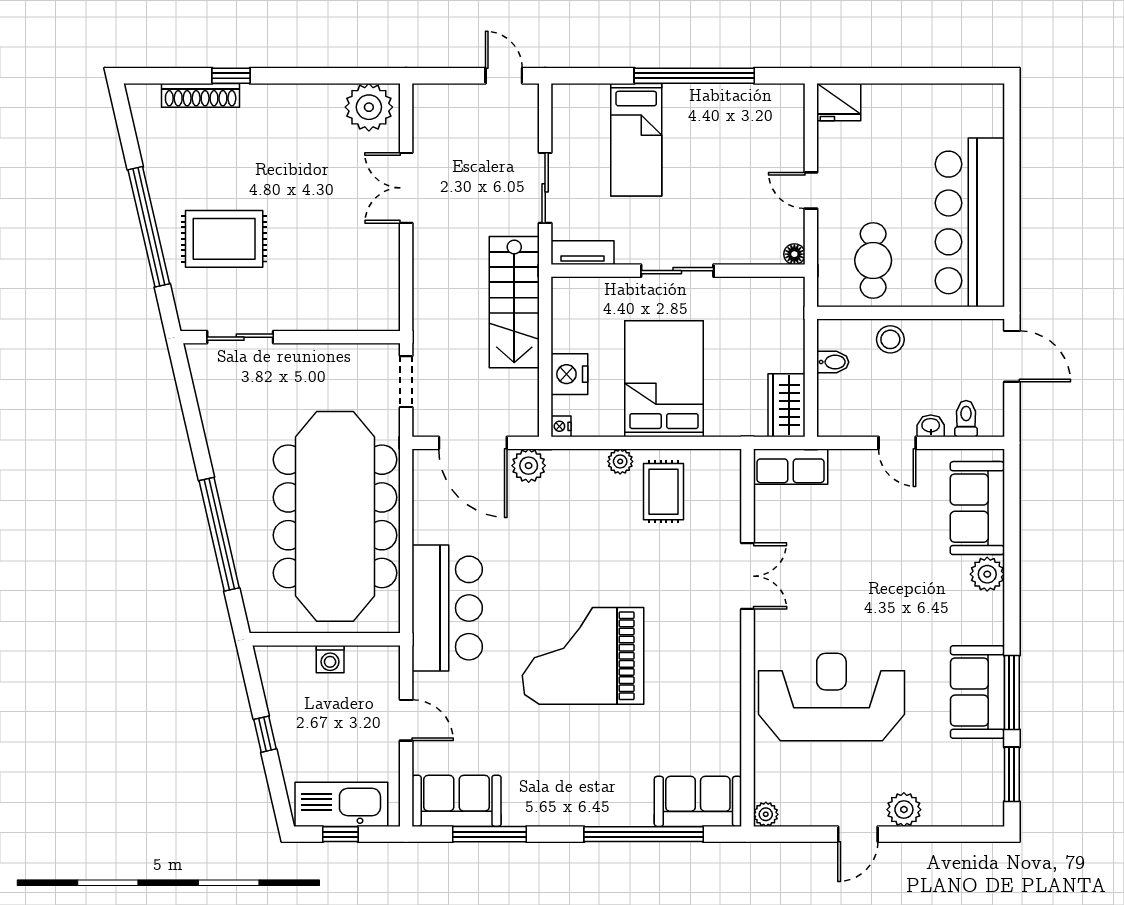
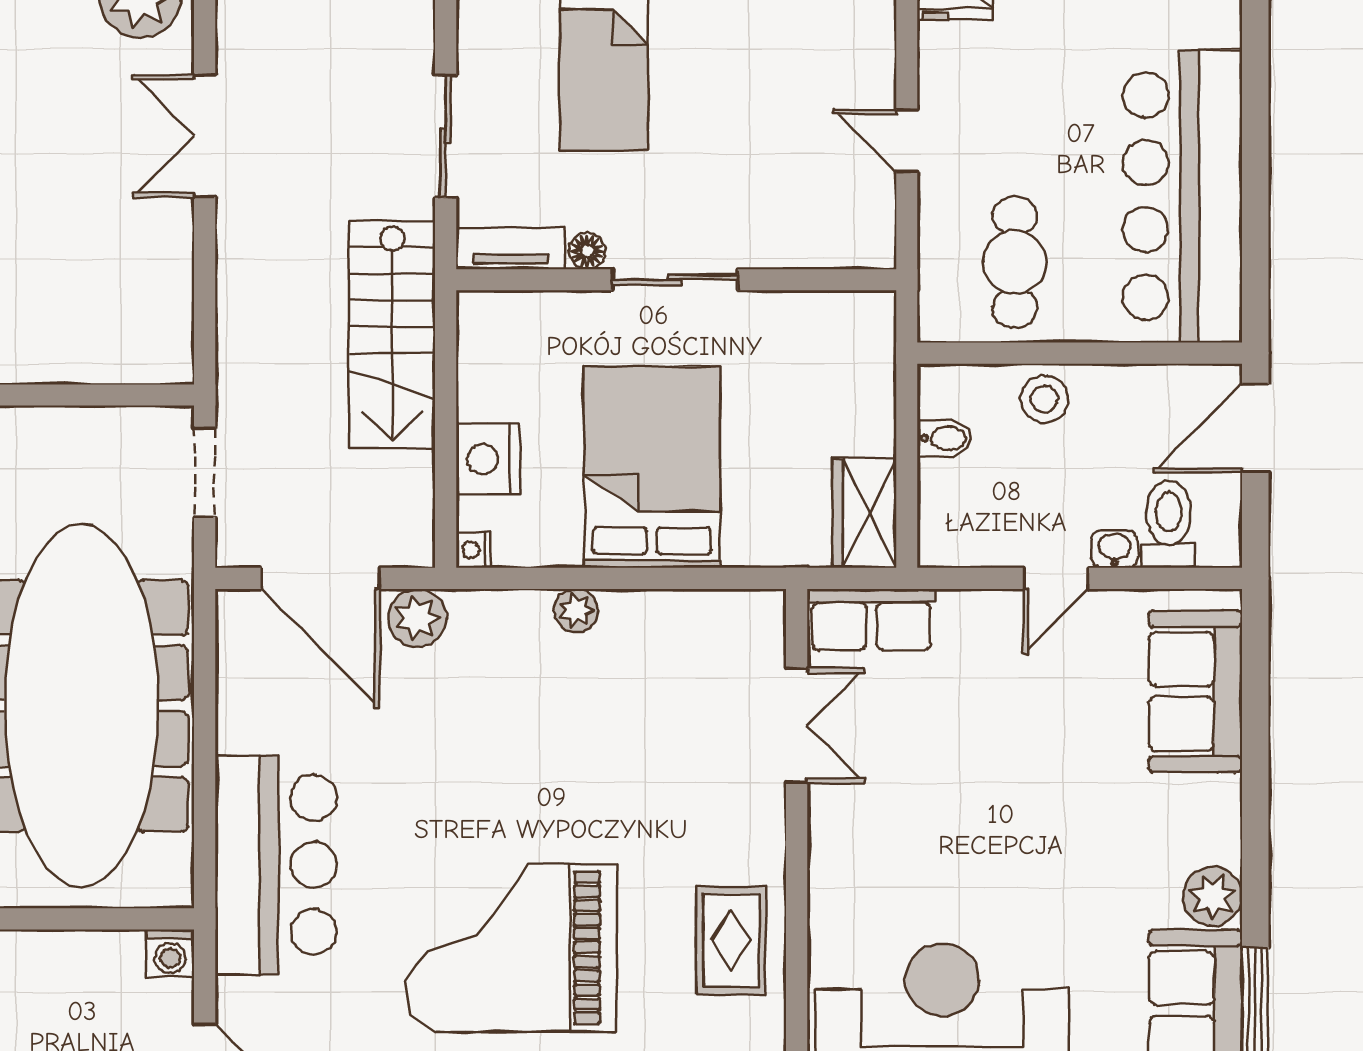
floor lamp: (794, 254) -> (587, 251), moved
door: (1012, 356) -> (1255, 428), swing flipped
toilet: (966, 419) -> (1169, 524), width x1.37, depth x1.39
door: (897, 443) -> (1056, 578), hinge flipped
rug: (663, 492) -> (731, 940), moved
plant: (987, 574) -> (1213, 896), moved
double door: (747, 576) -> (797, 725), moved
washing machine: (330, 659) -> (170, 953), moved

